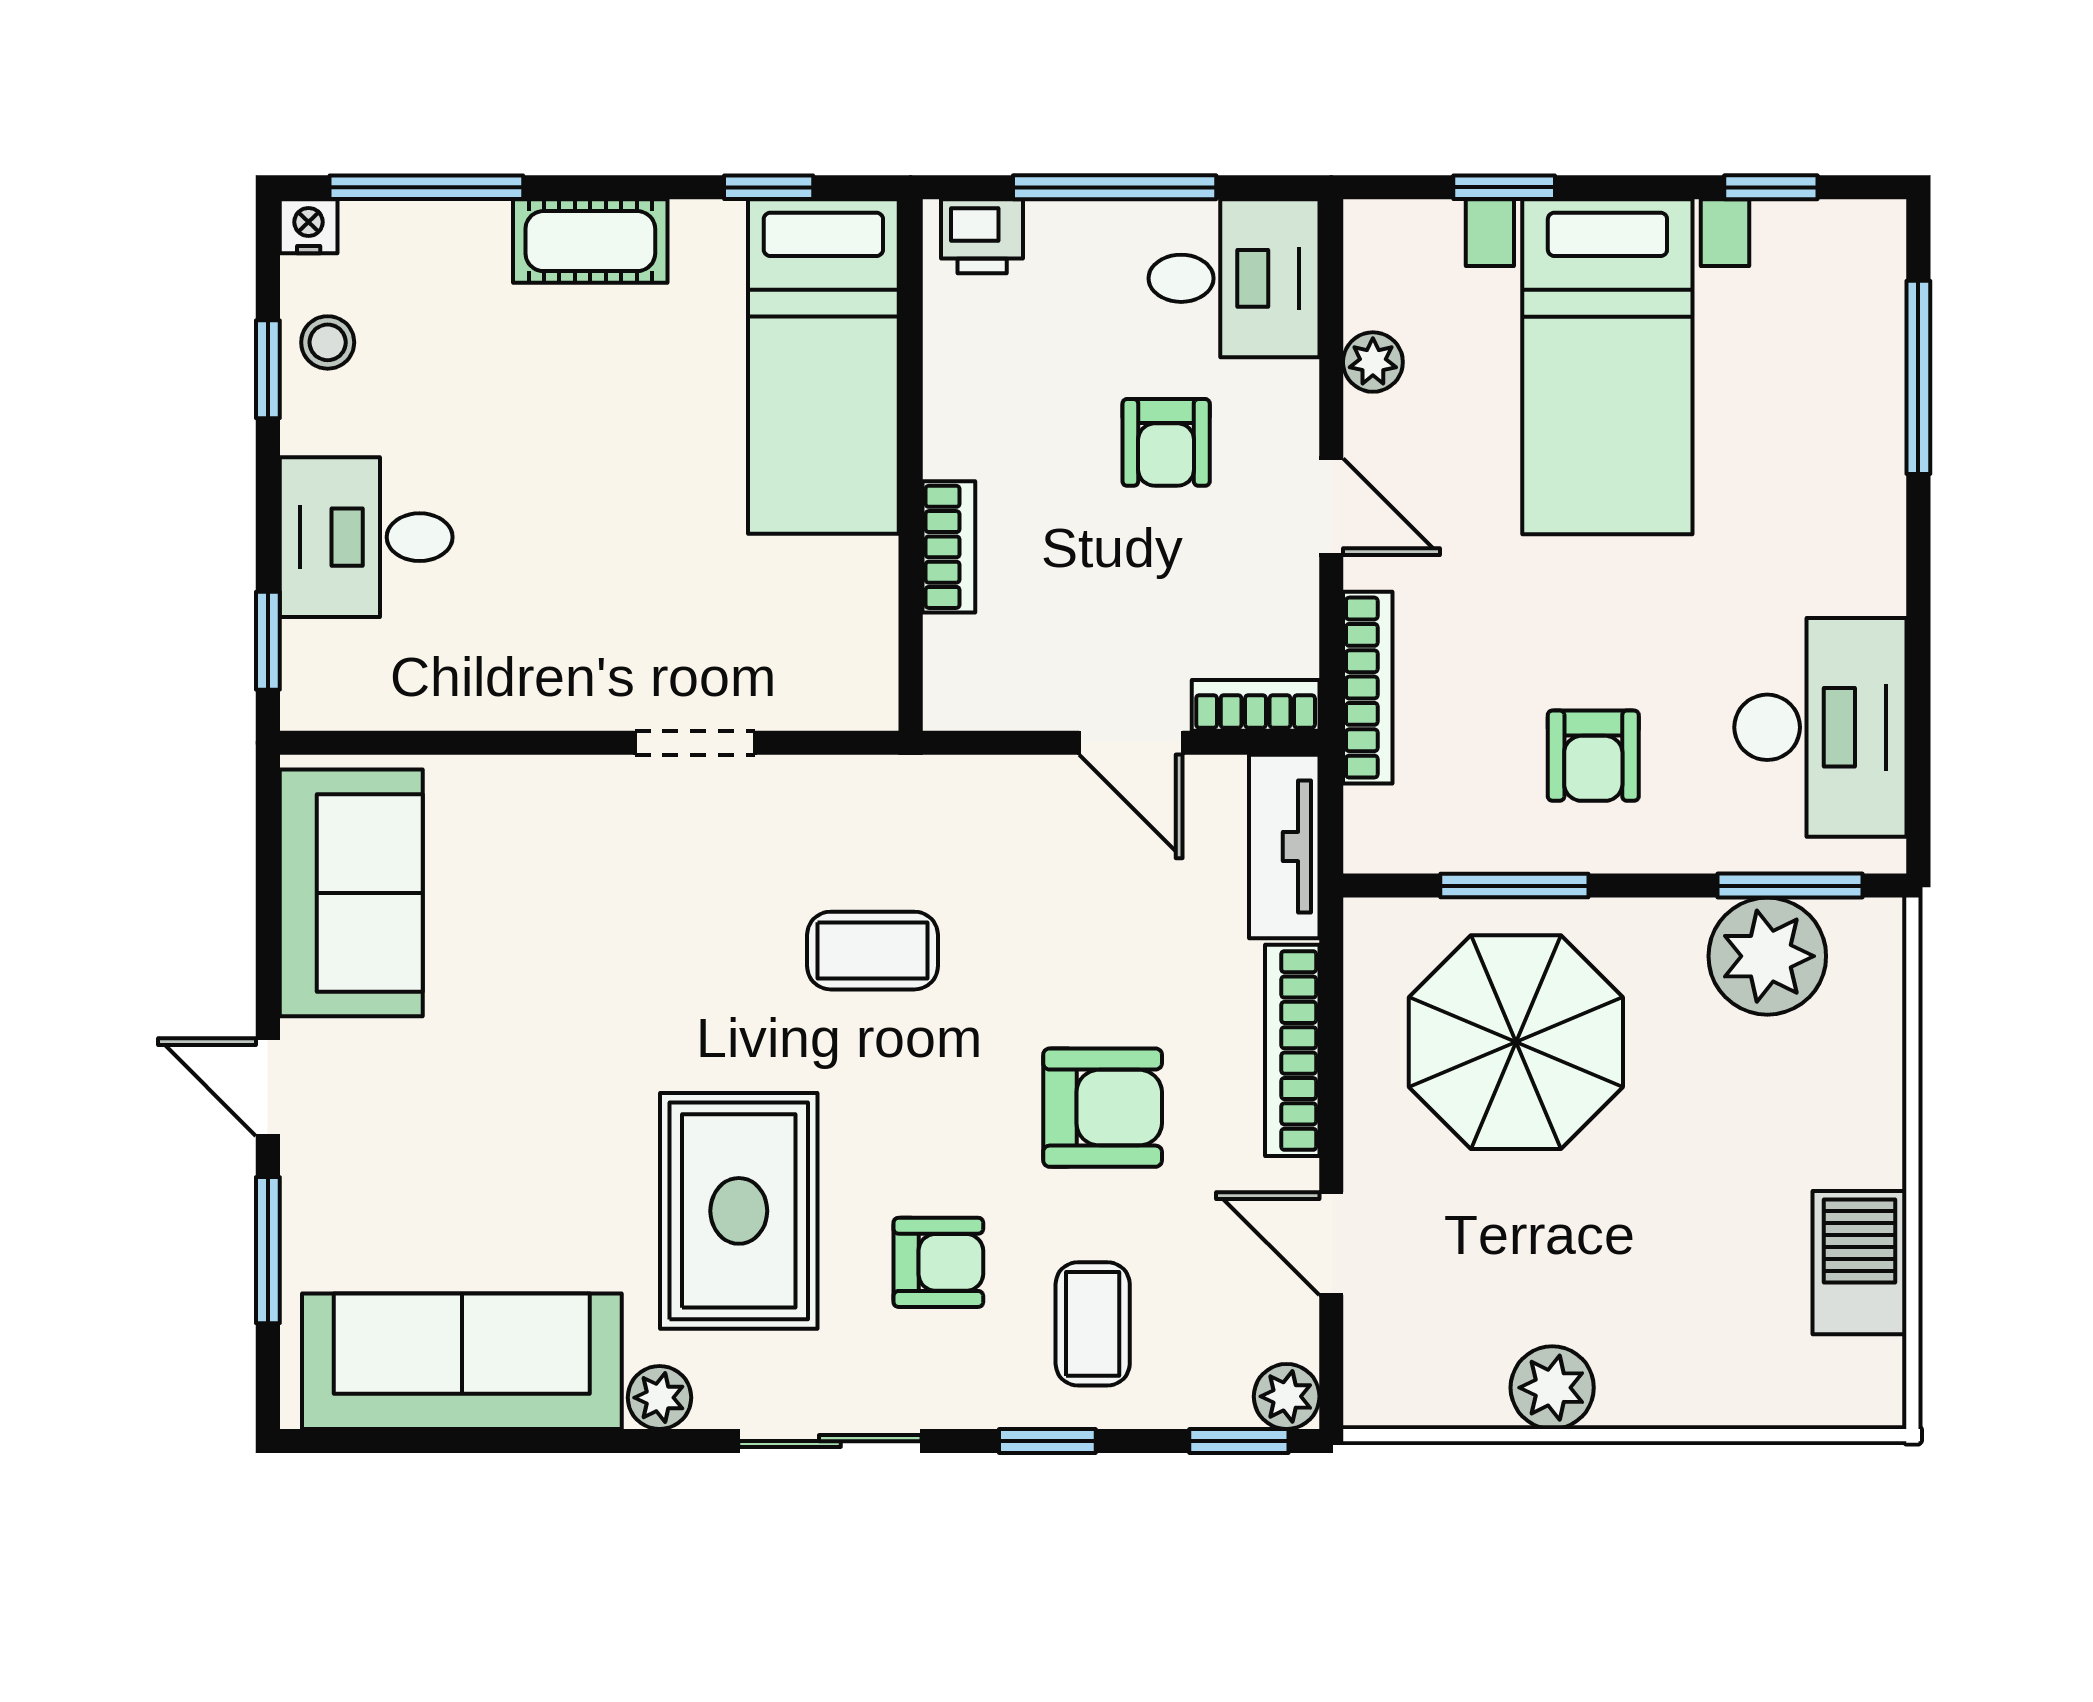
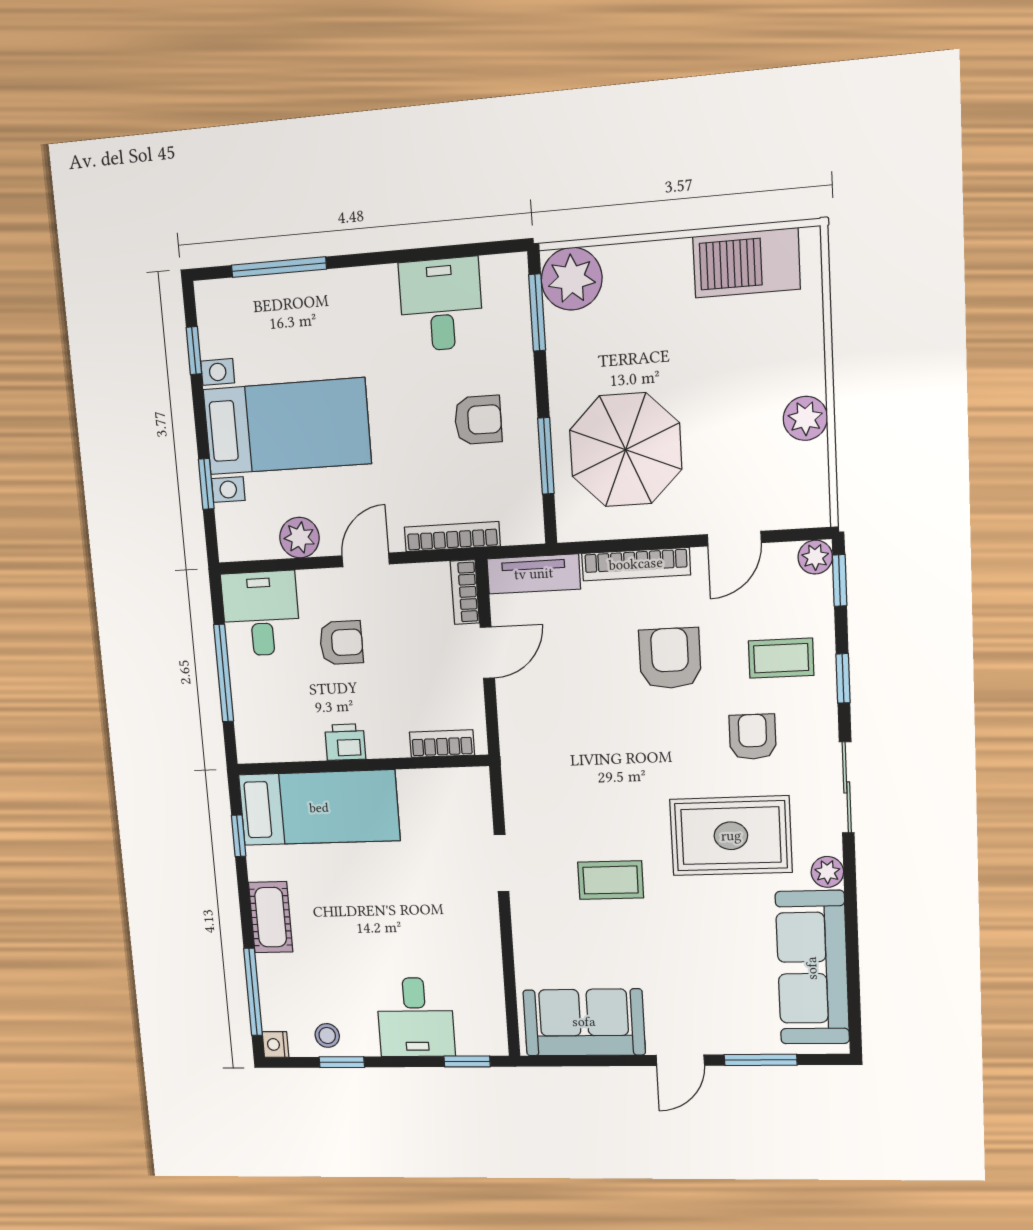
printer: (982, 236) -> (345, 742), moved, turned -90
plant: (1373, 362) -> (299, 538), width x1.38, depth x1.38
bookcase: (949, 547) -> (442, 744), moved
desk: (1820, 727) -> (441, 304), width x0.73
coffee table: (873, 951) -> (611, 880), moved, turned 90
plant: (1767, 956) -> (572, 279), moved
barbecue: (1860, 1263) -> (746, 263), width x1.37, depth x1.21

